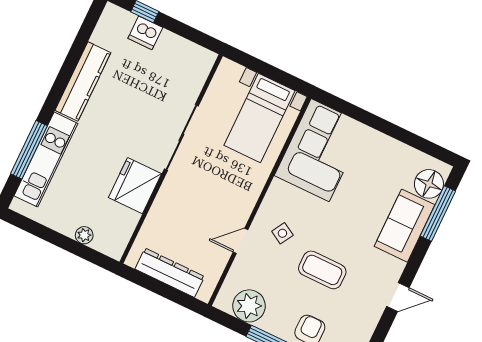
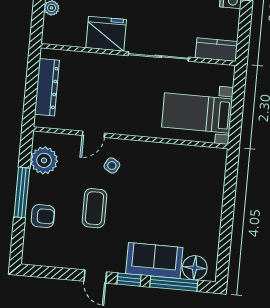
kitchen counter: (198, 71) -> (216, 50), added
corner sofa: (320, 150) -> (189, 171), removed
door: (240, 241) -> (93, 134), swing flipped
window: (415, 261) -> (129, 280), added

